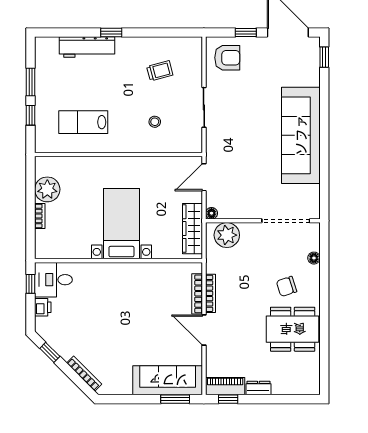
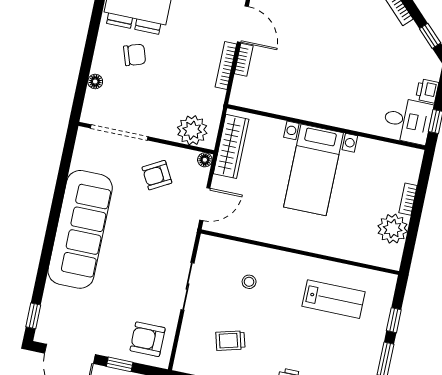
armchair: (248, 193) -> (157, 175), added
bookcase: (197, 294) -> (244, 60), width x0.64

